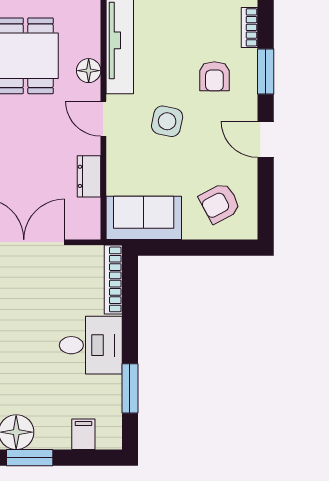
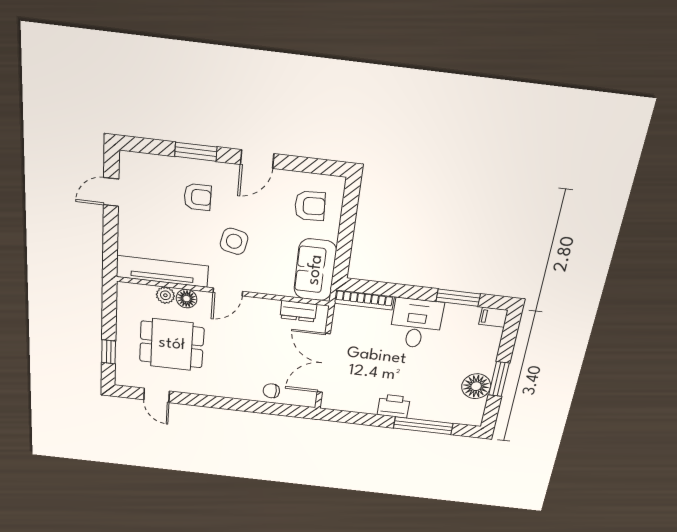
bookcase: (250, 27) -> (155, 161), removed
plant: (90, 45) -> (165, 295), added
dresser: (89, 176) -> (298, 311), moved
armchair: (220, 203) -> (310, 206), turned -65
filing cabinet: (83, 434) -> (493, 317), moved

